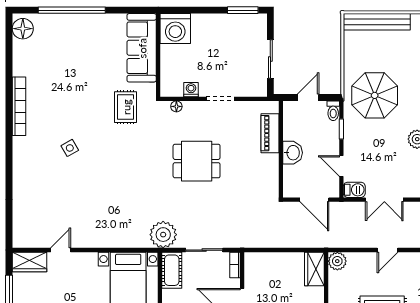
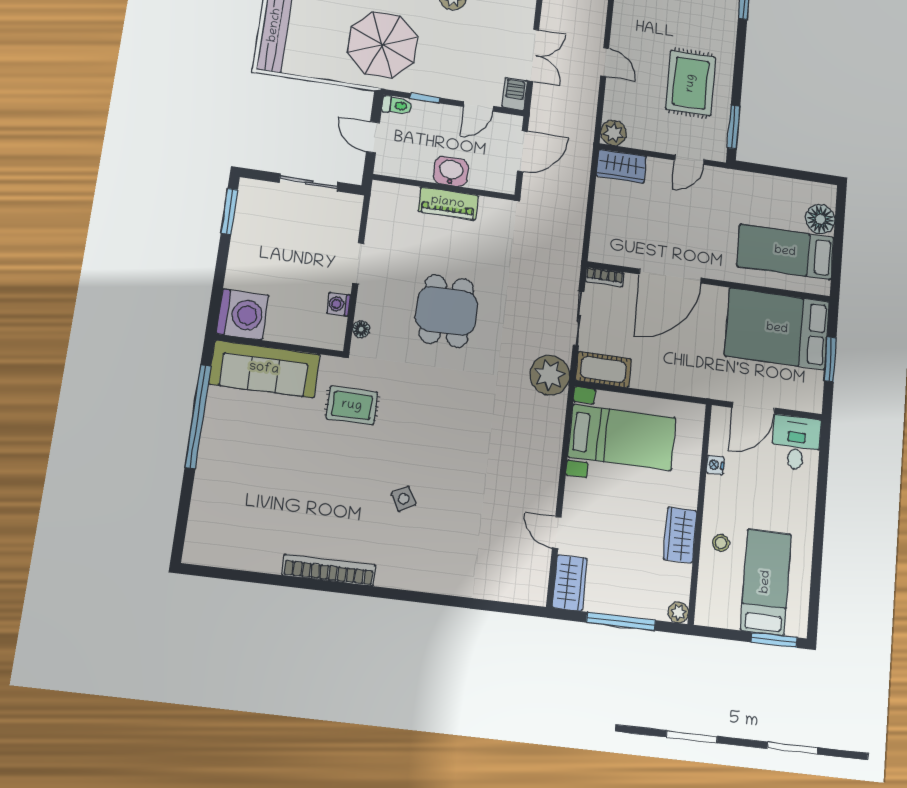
window: (72, 10) -> (198, 417), moved
floor lamp: (23, 29) -> (208, 549), removed
piano: (270, 133) -> (448, 203), moved

